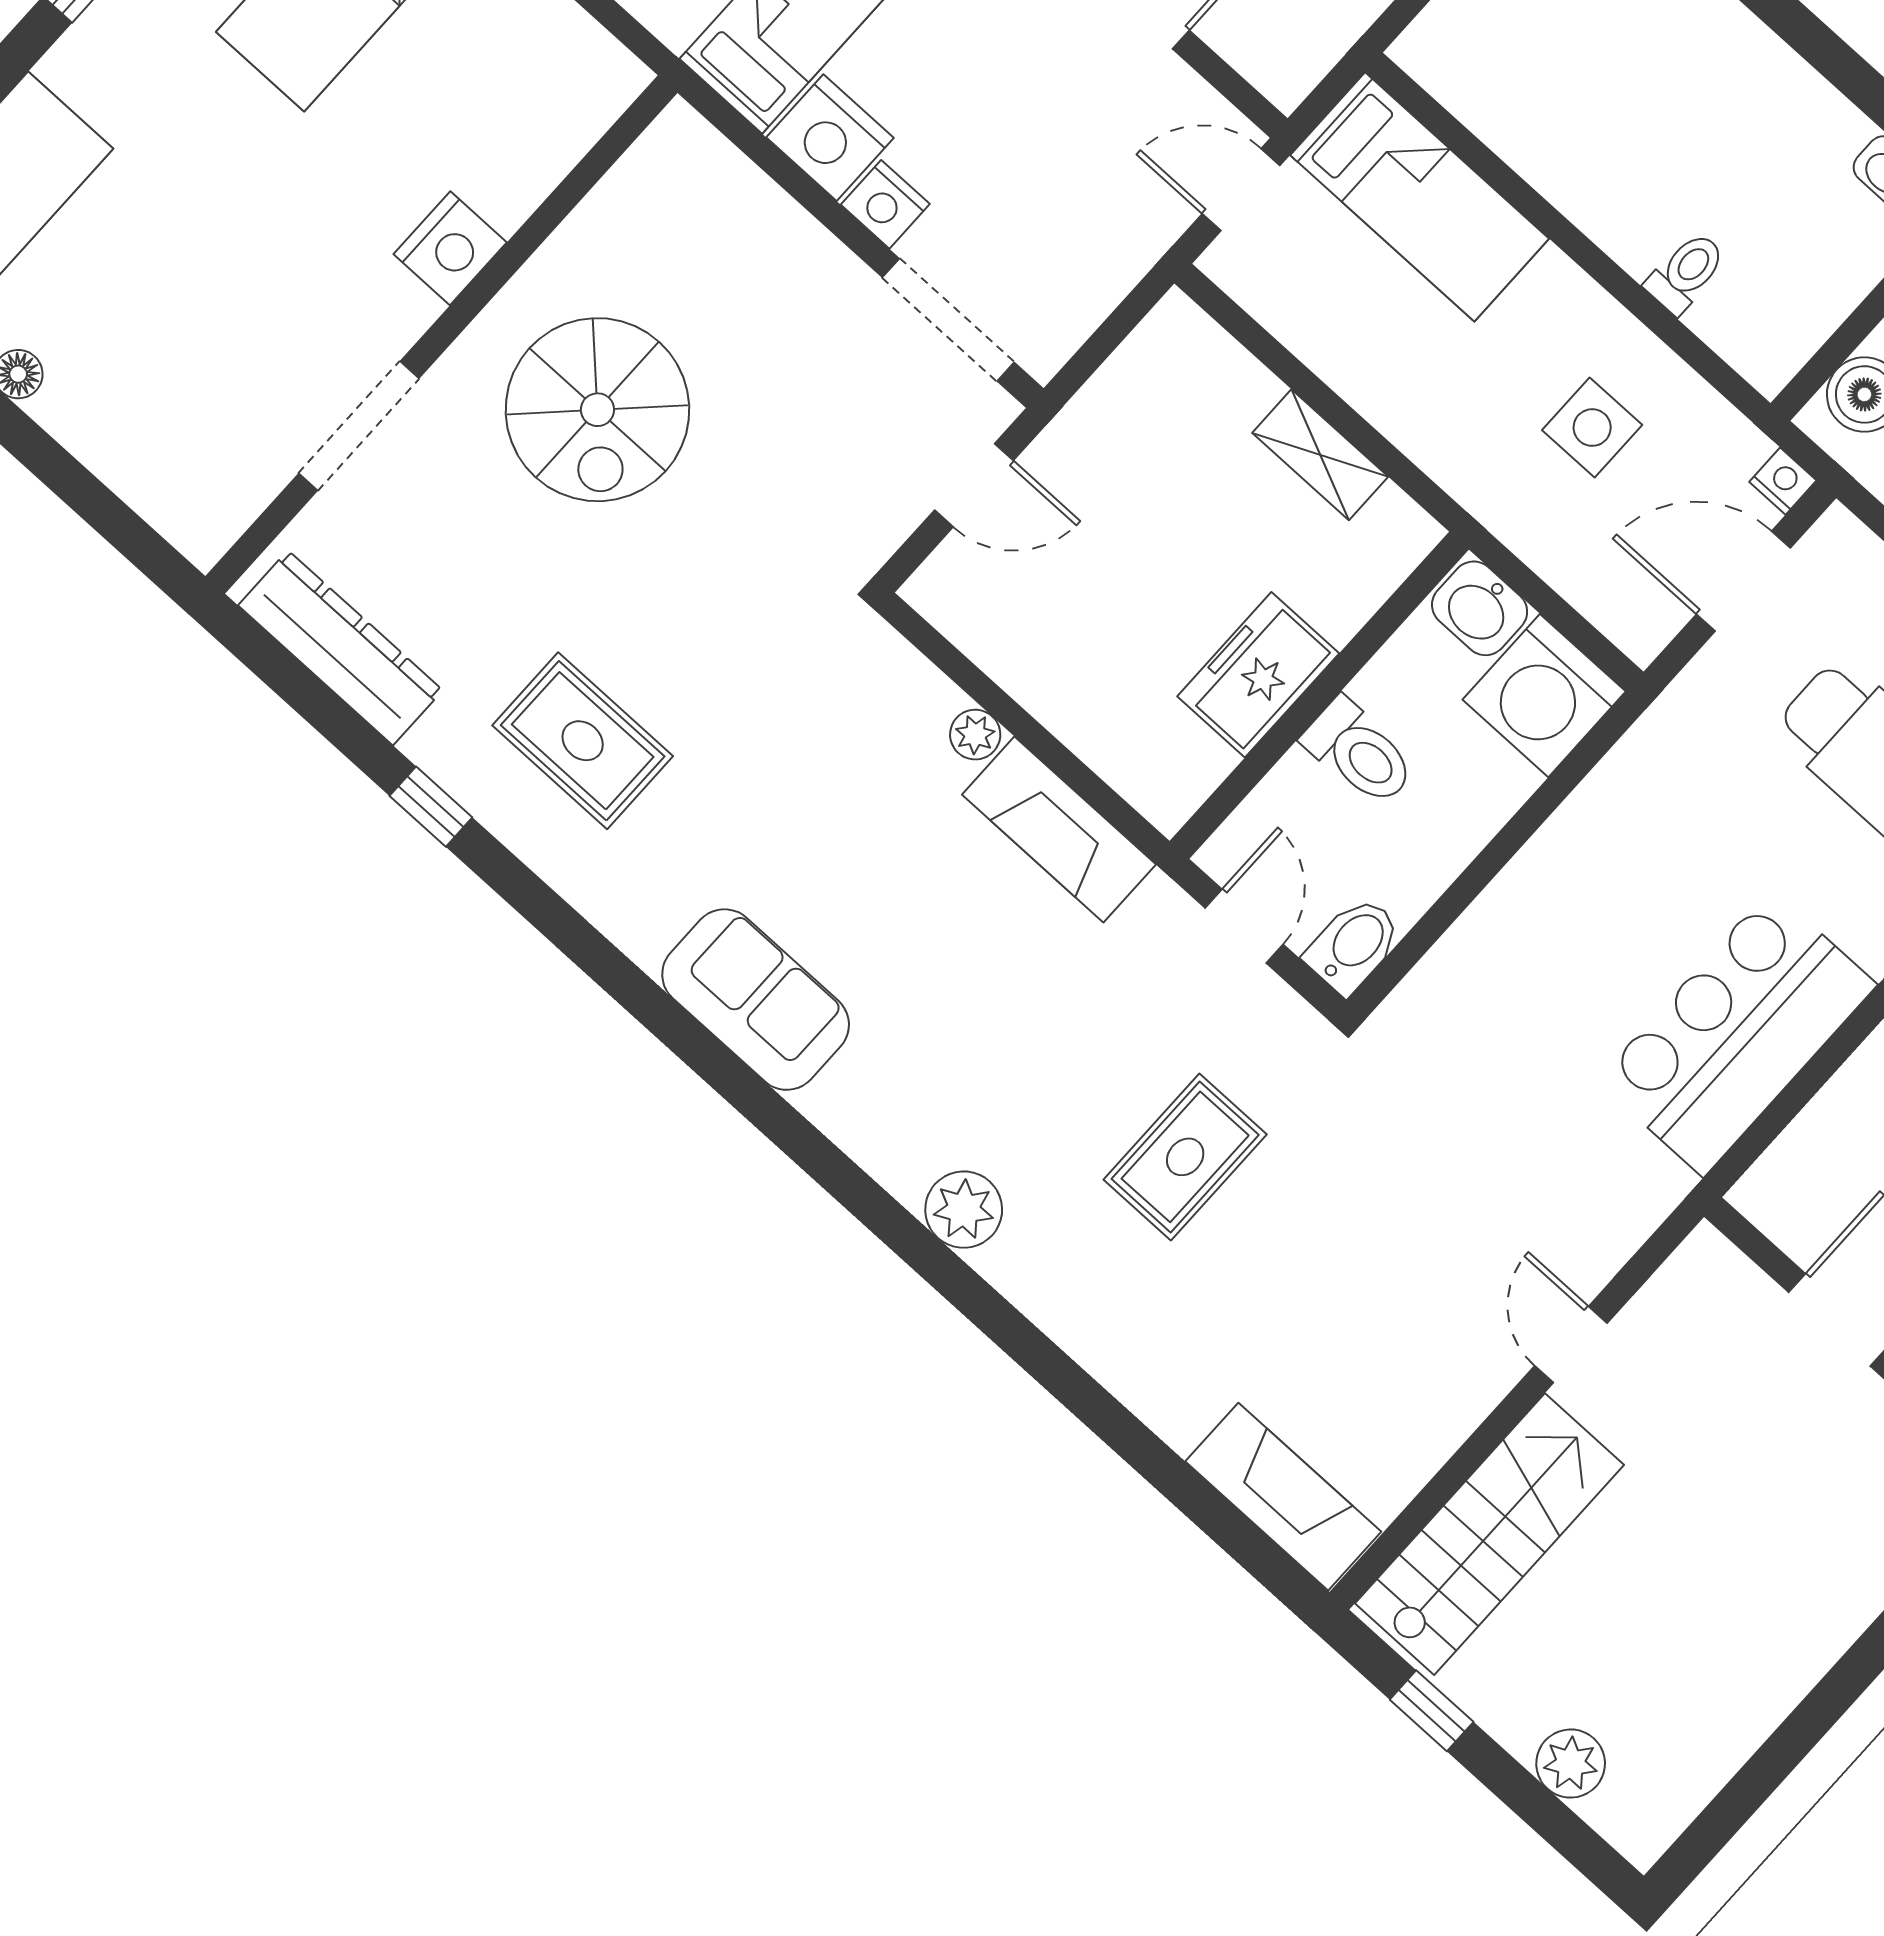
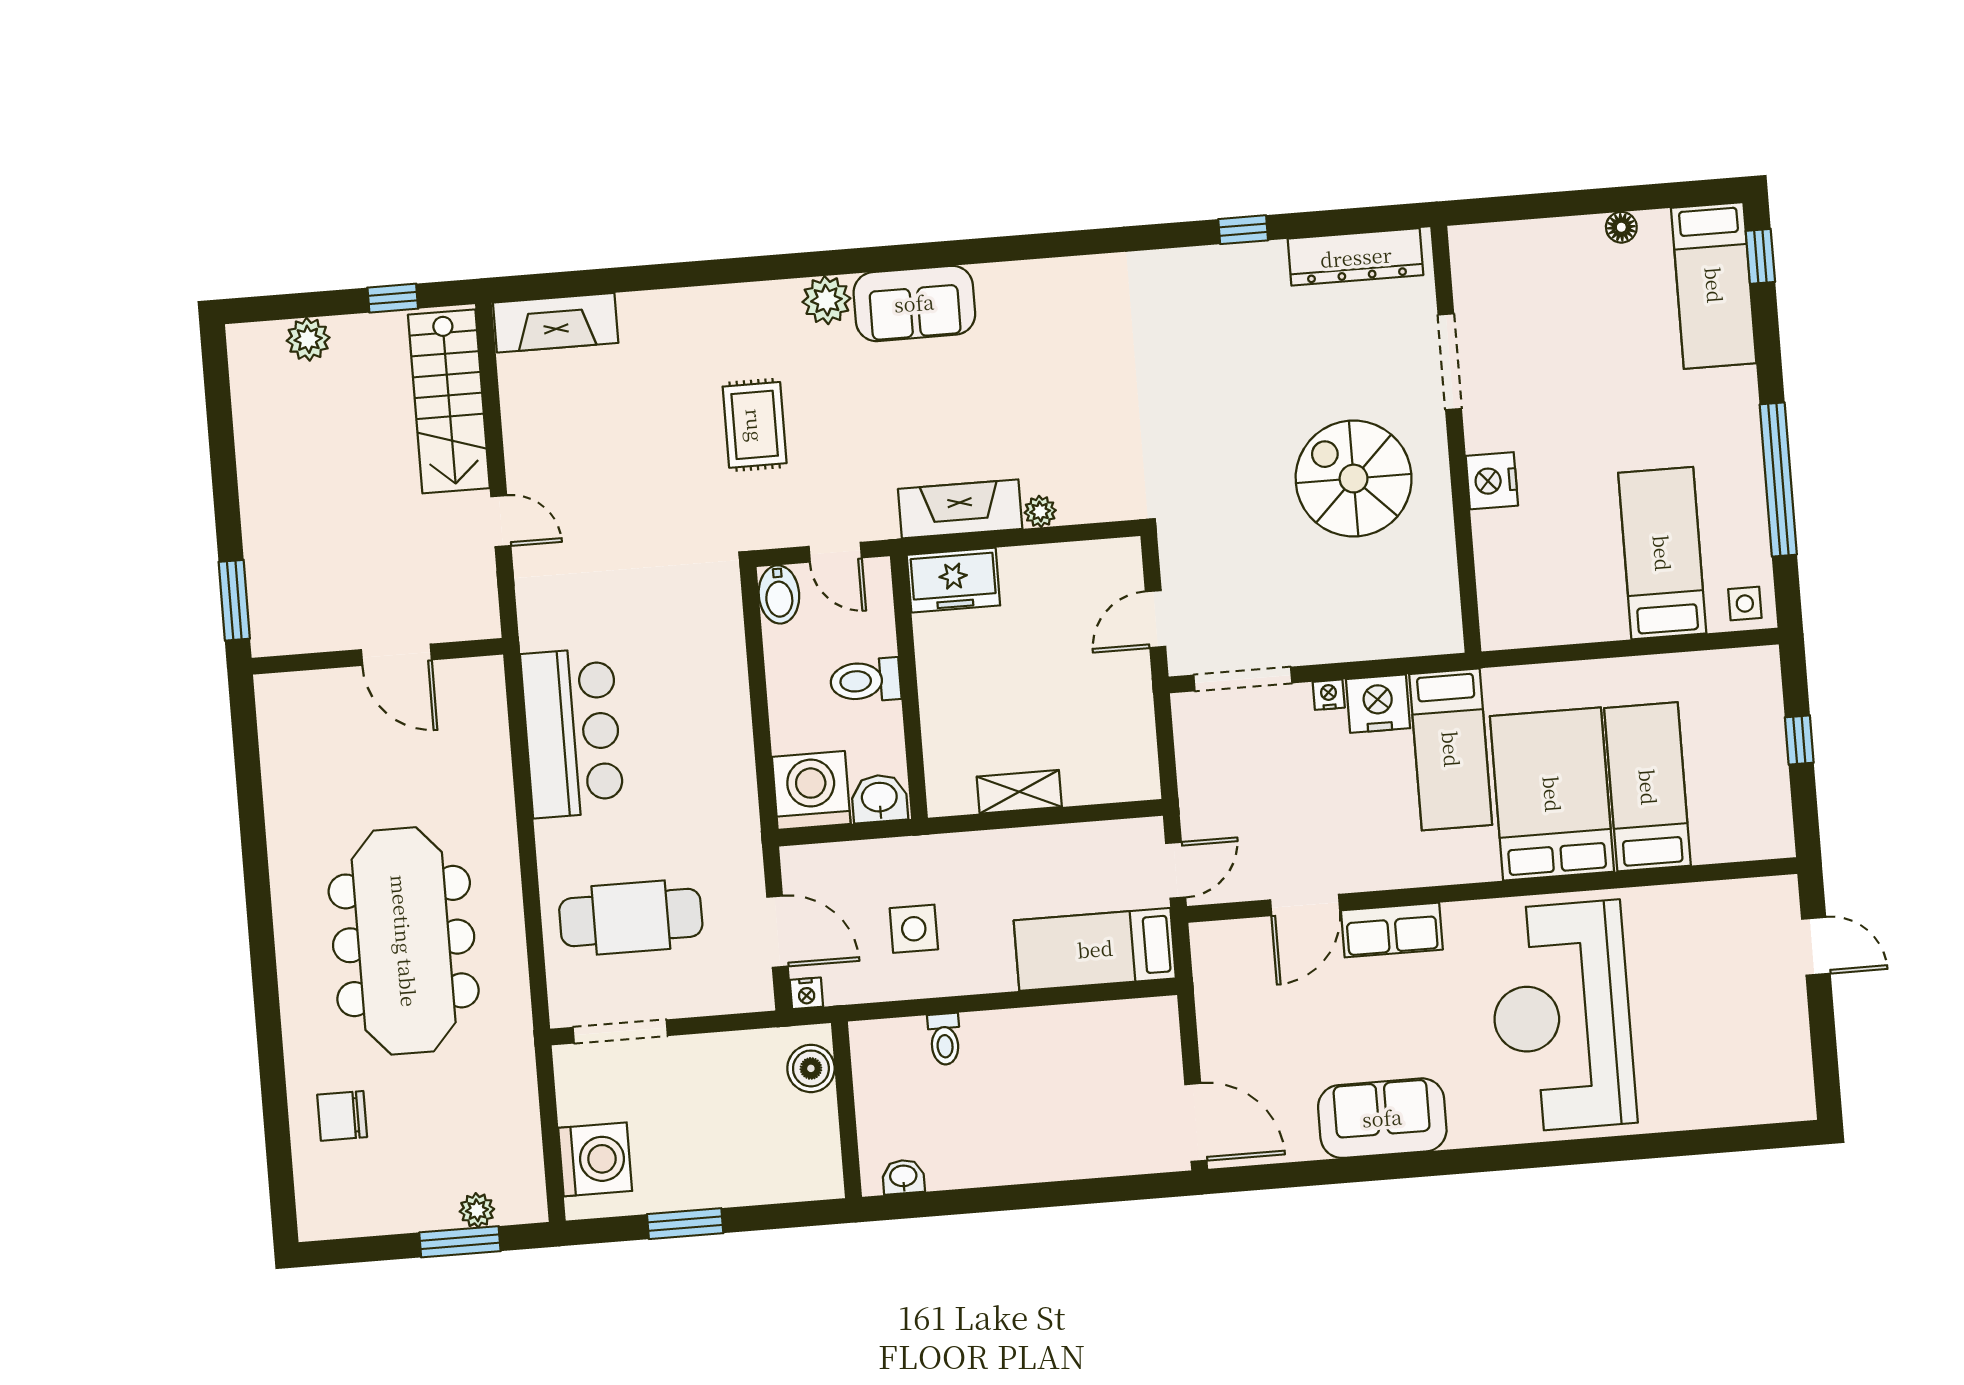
nightstand: (885, 204) -> (1329, 695), width x0.72, depth x0.74
door: (1743, 581) -> (777, 932), hinge flipped
freezer: (1258, 675) -> (953, 580), moved, turned 90
rug: (583, 741) -> (1208, 328), removed
sofa: (756, 1000) -> (914, 303), moved

